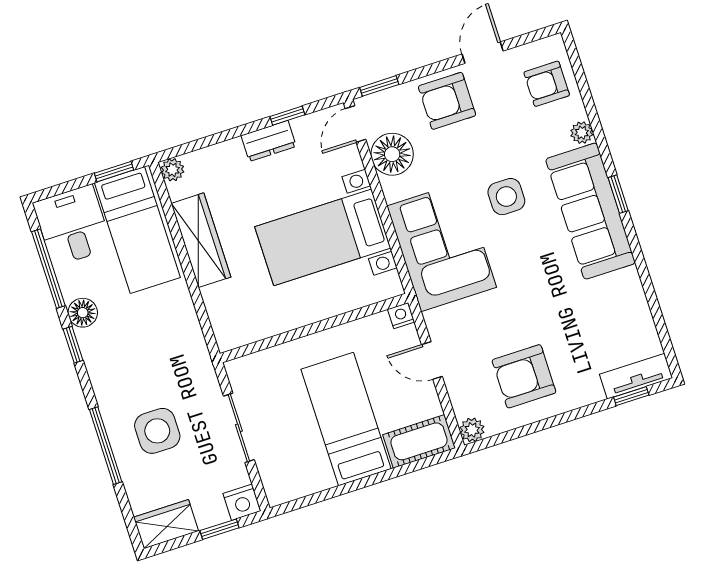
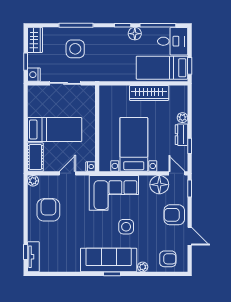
armchair: (547, 84) -> (168, 259), turned 90
armchair: (447, 101) -> (174, 215), turned -90
plant: (172, 170) -> (182, 118), moved

